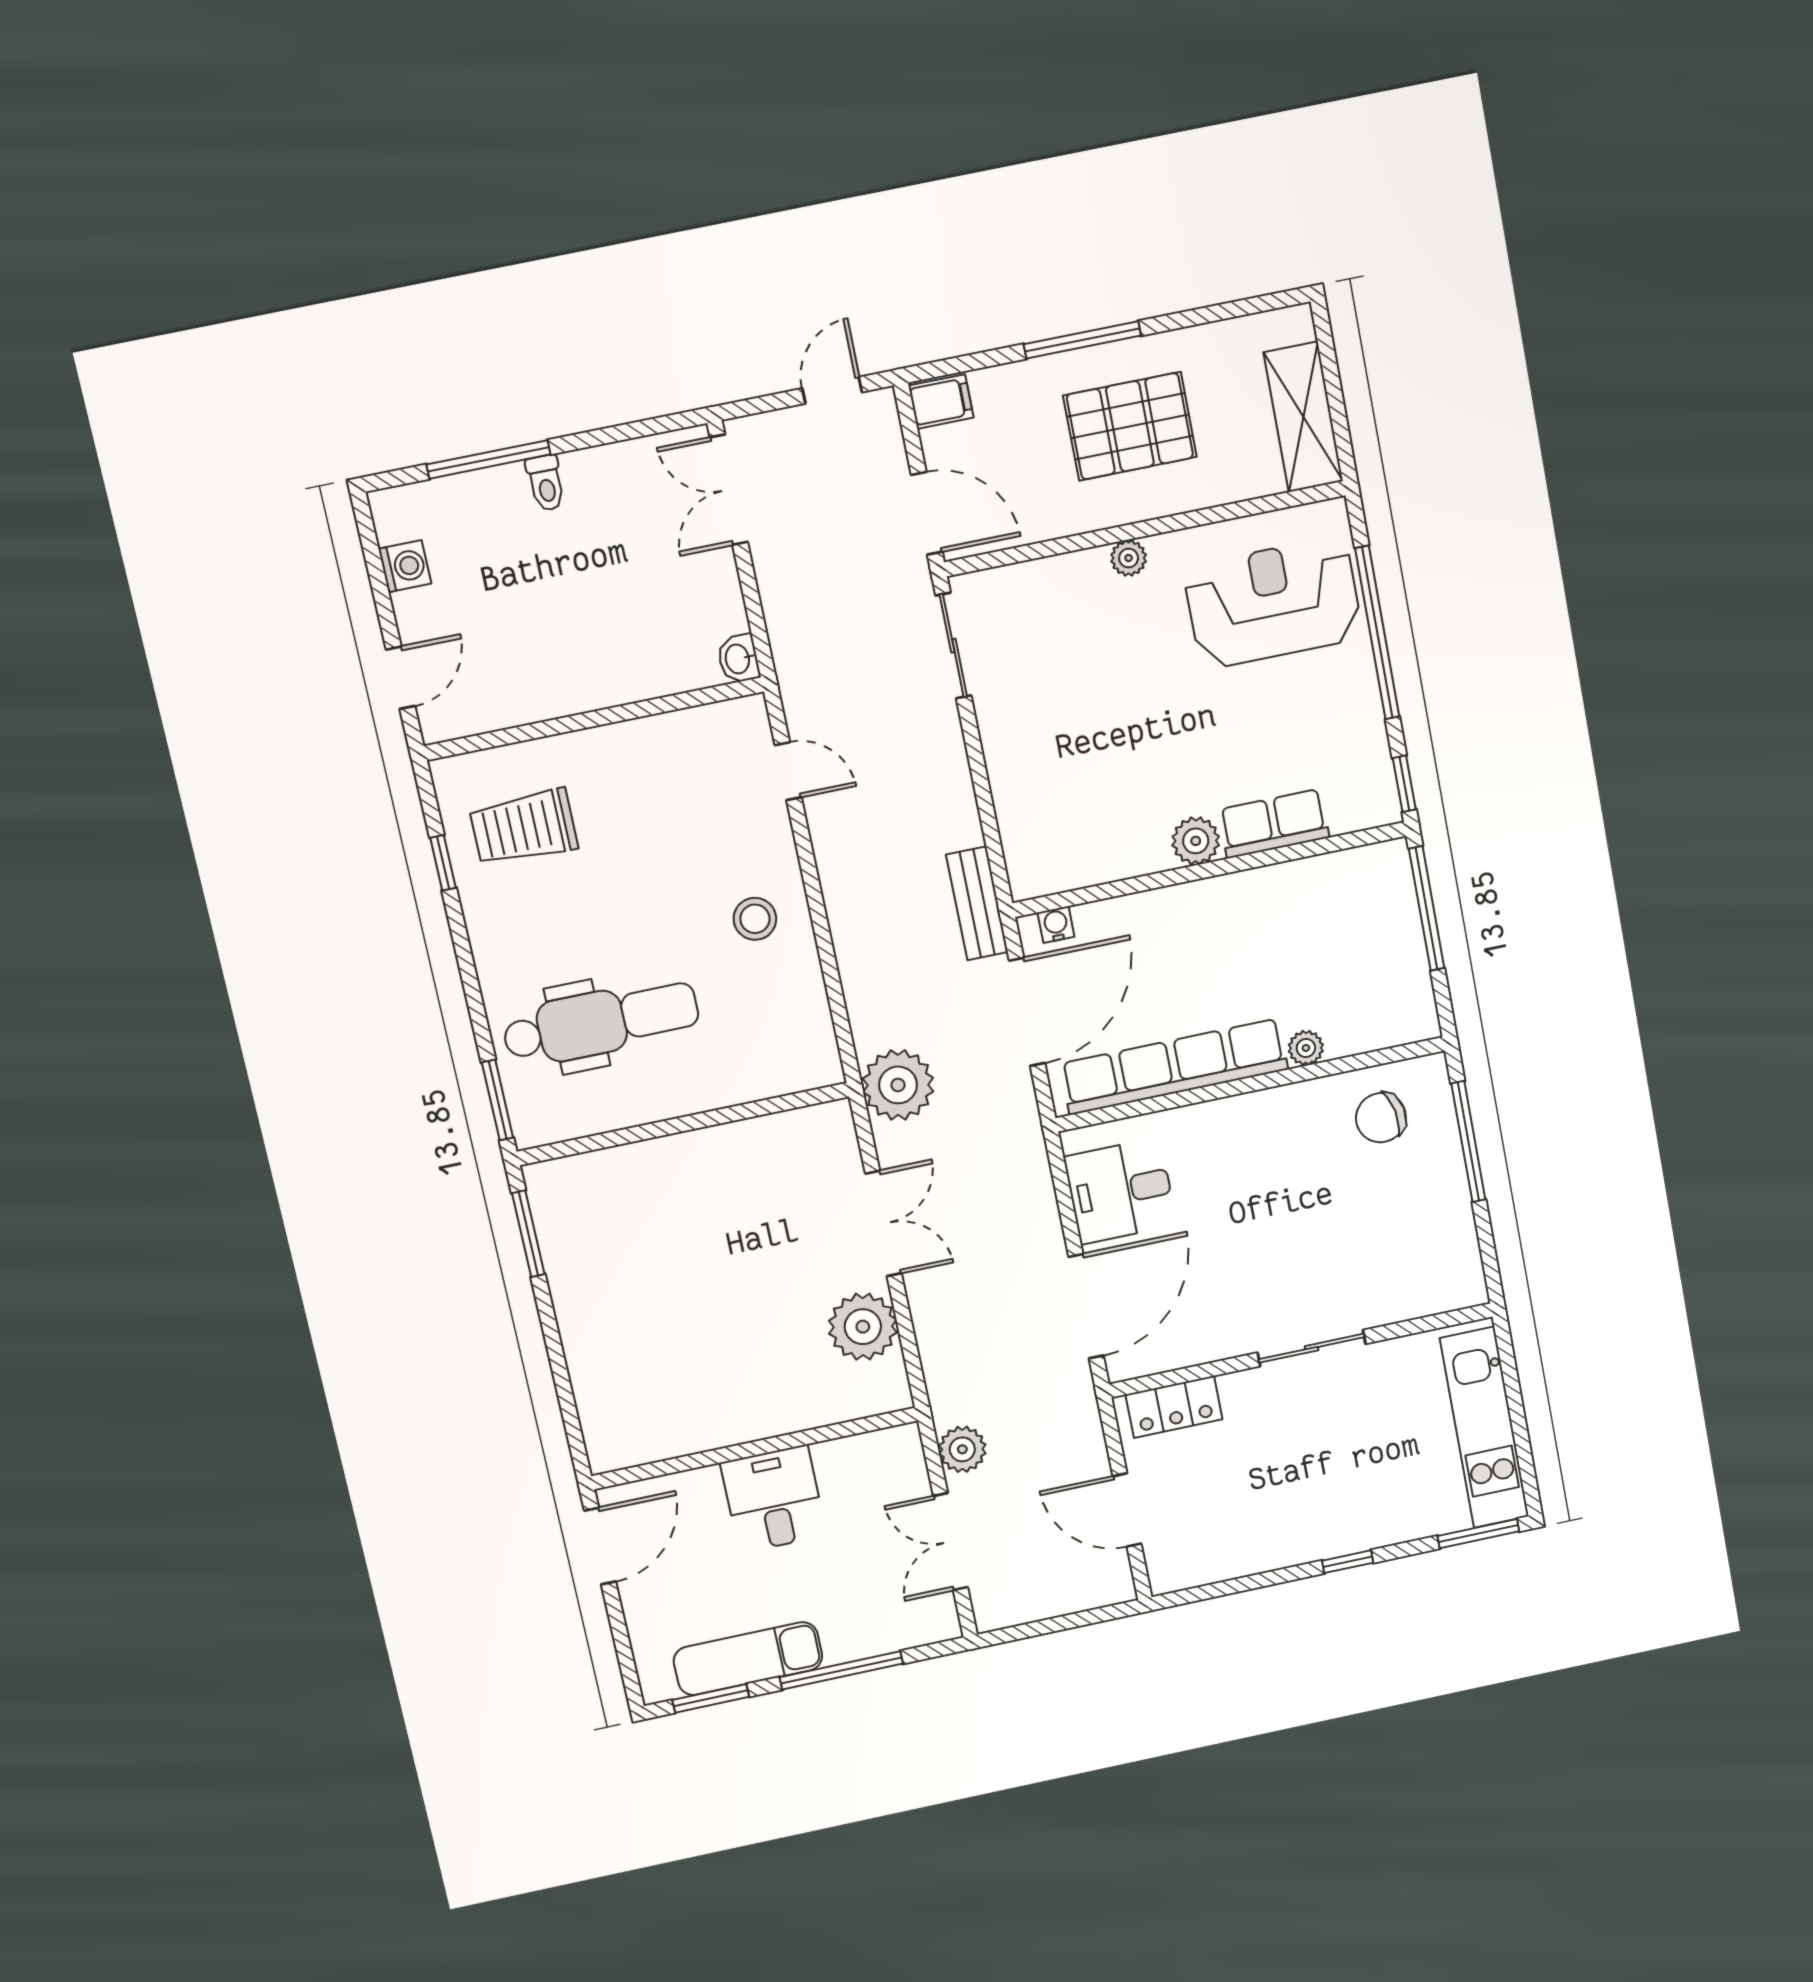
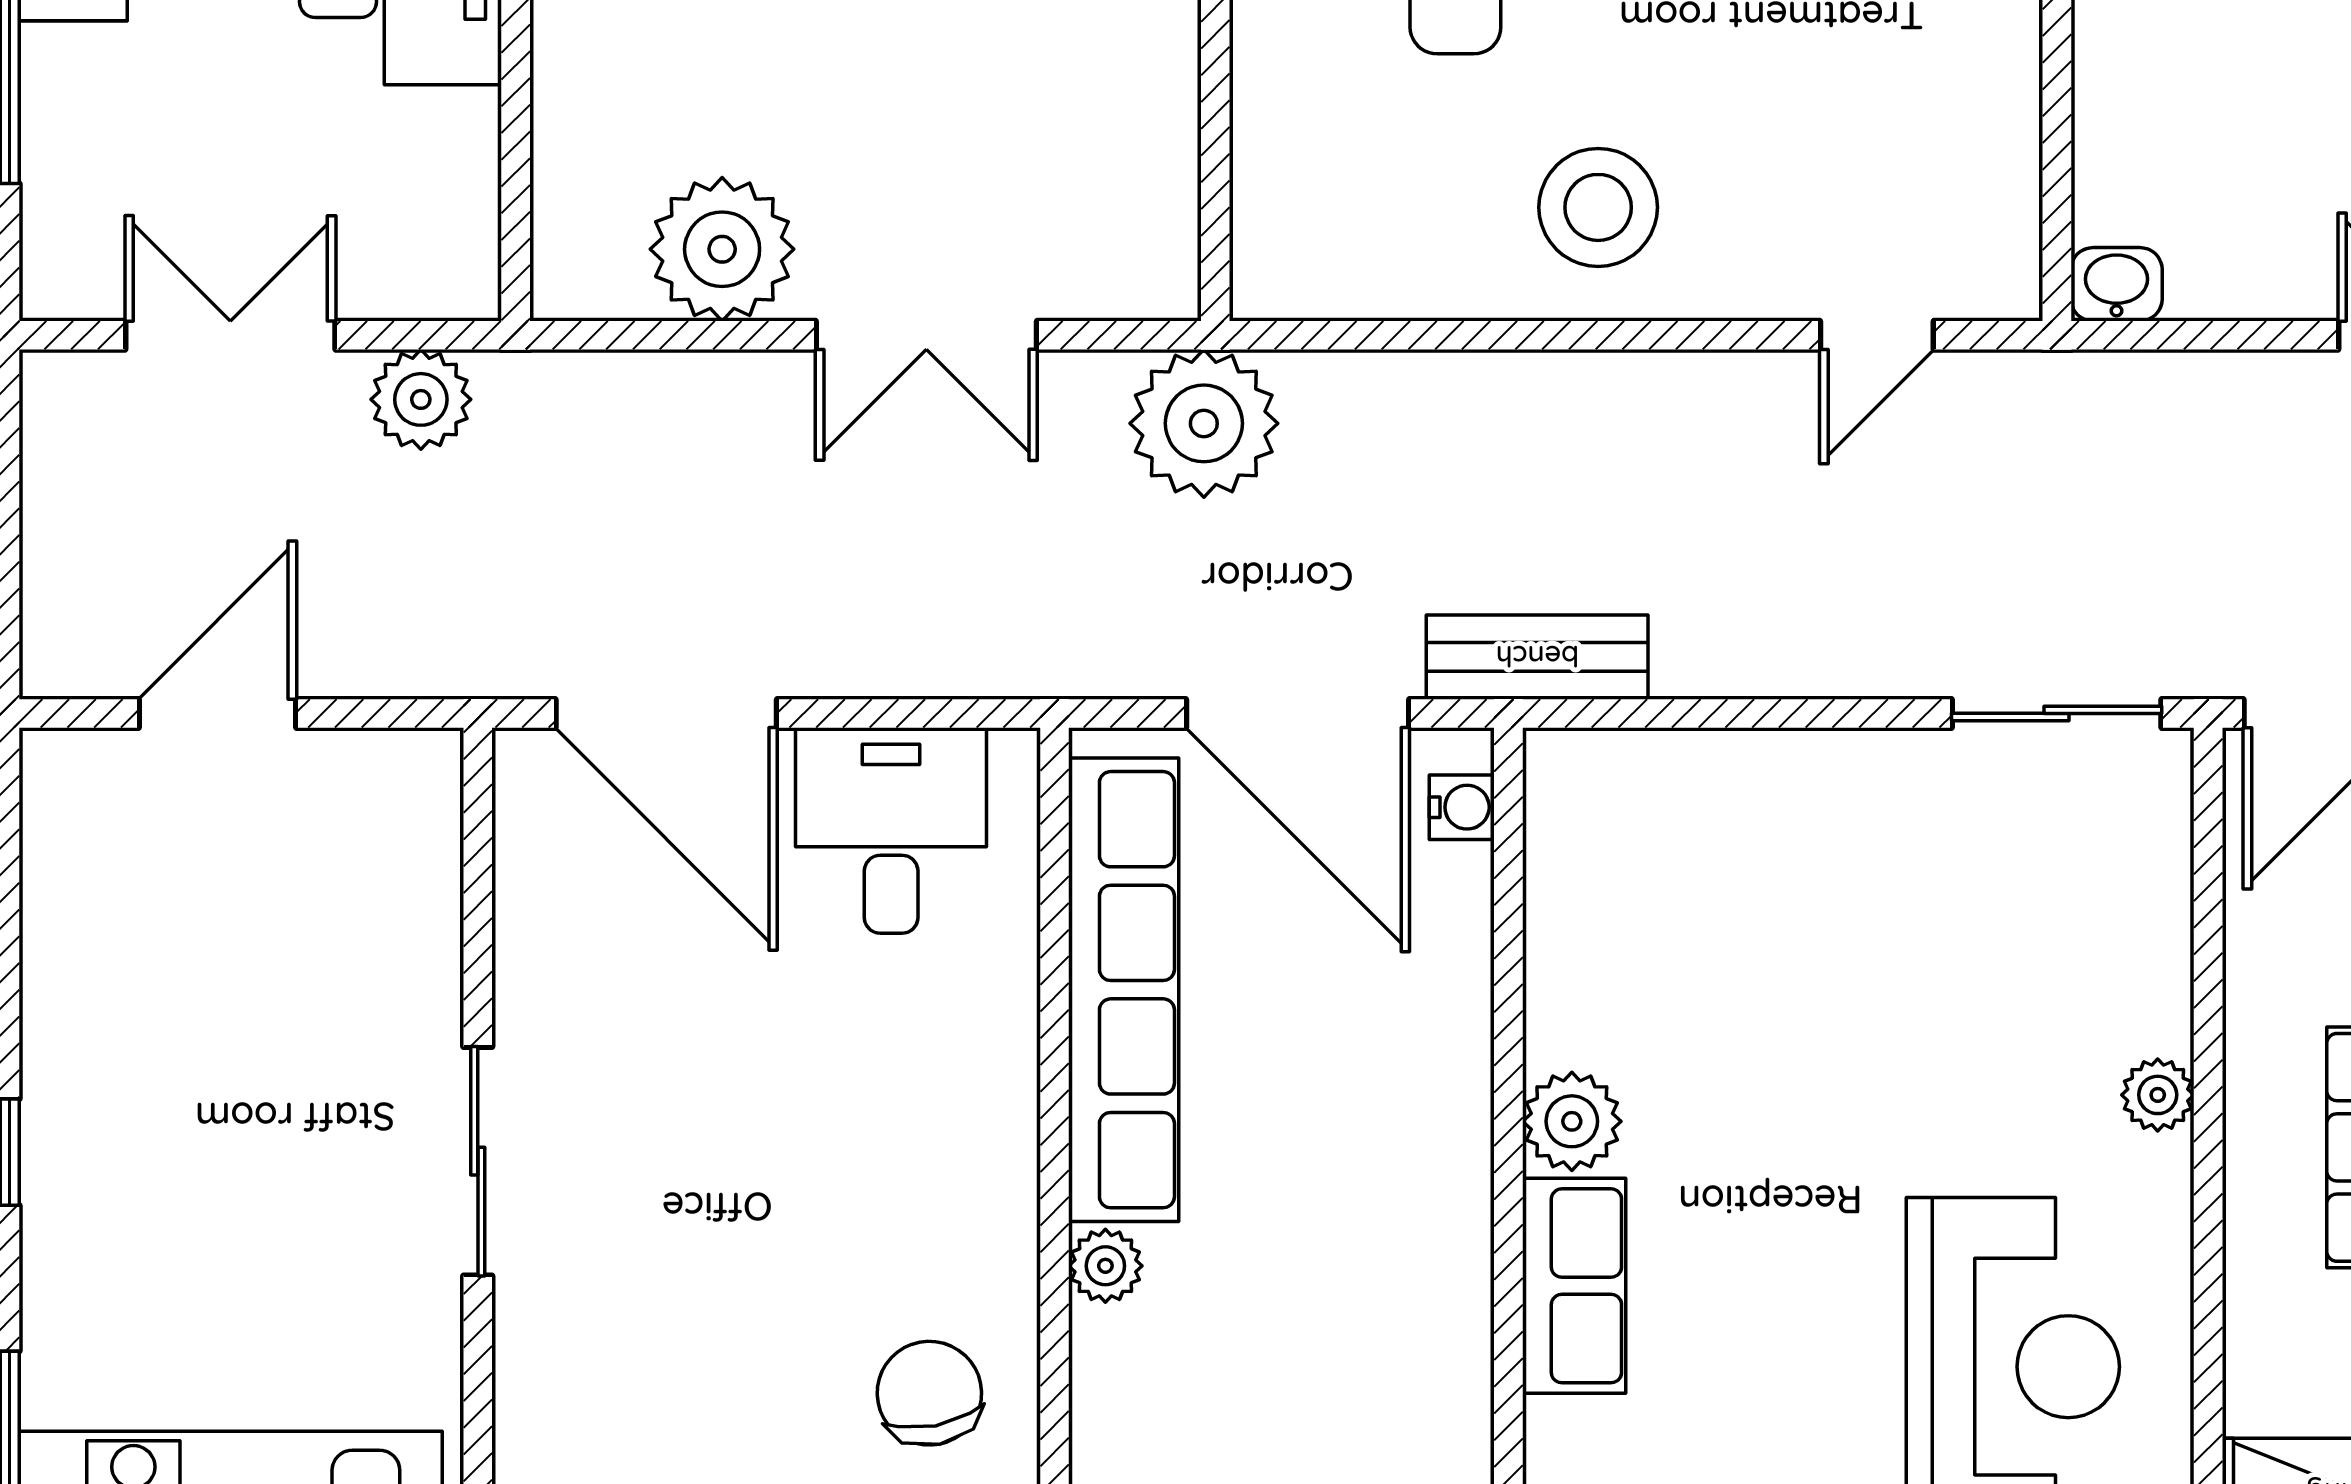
stool: (755, 919) -> (1598, 207), width x1.38, depth x1.38
locker: (1174, 1407) -> (415, 853), removed

